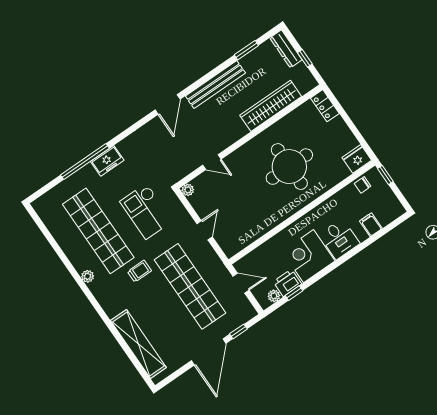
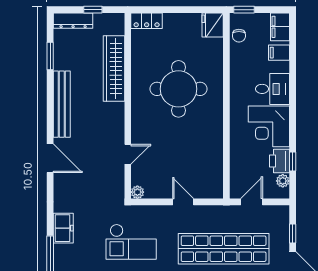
freezer: (107, 161) -> (63, 228), moved
filing cabinet: (391, 212) -> (280, 27), added

